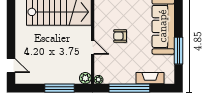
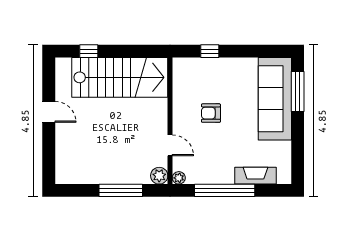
door: (93, 47) -> (170, 145), moved
window: (178, 51) -> (298, 92), moved
door: (11, 66) -> (49, 112), moved

